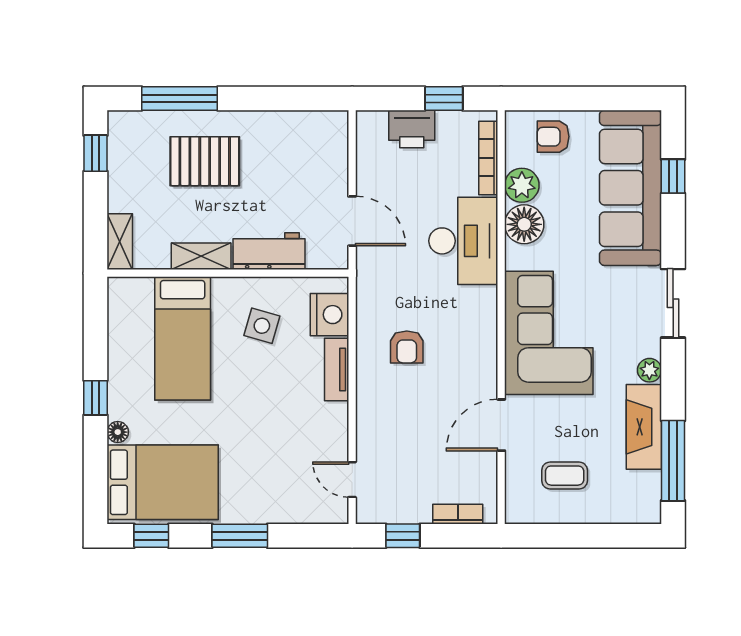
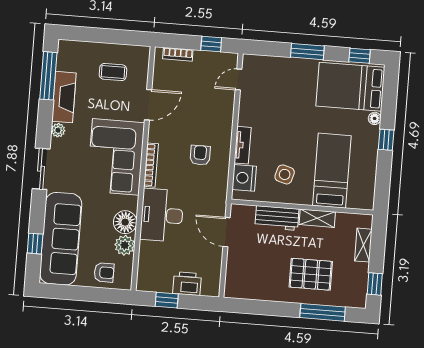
bookcase: (488, 158) -> (151, 165), moved
shelving: (120, 242) -> (363, 245), moved
door: (352, 480) -> (239, 80), swing flipped

